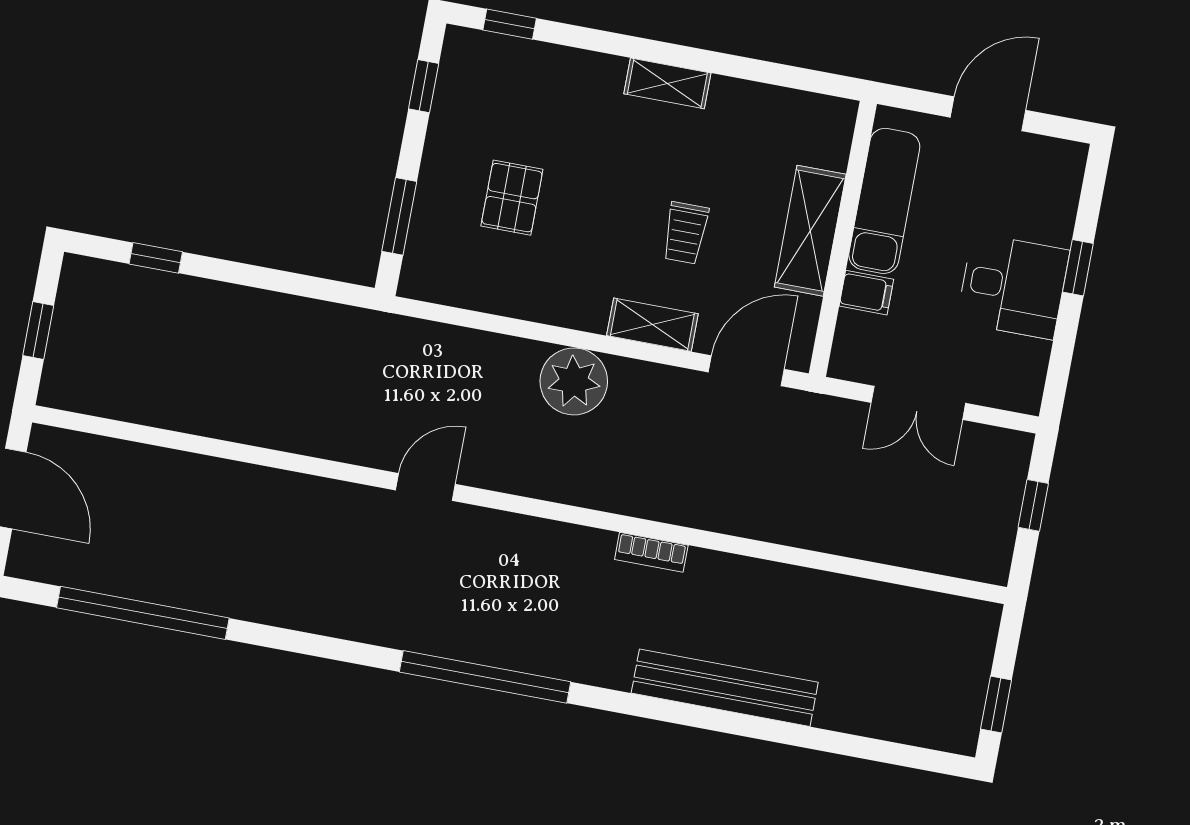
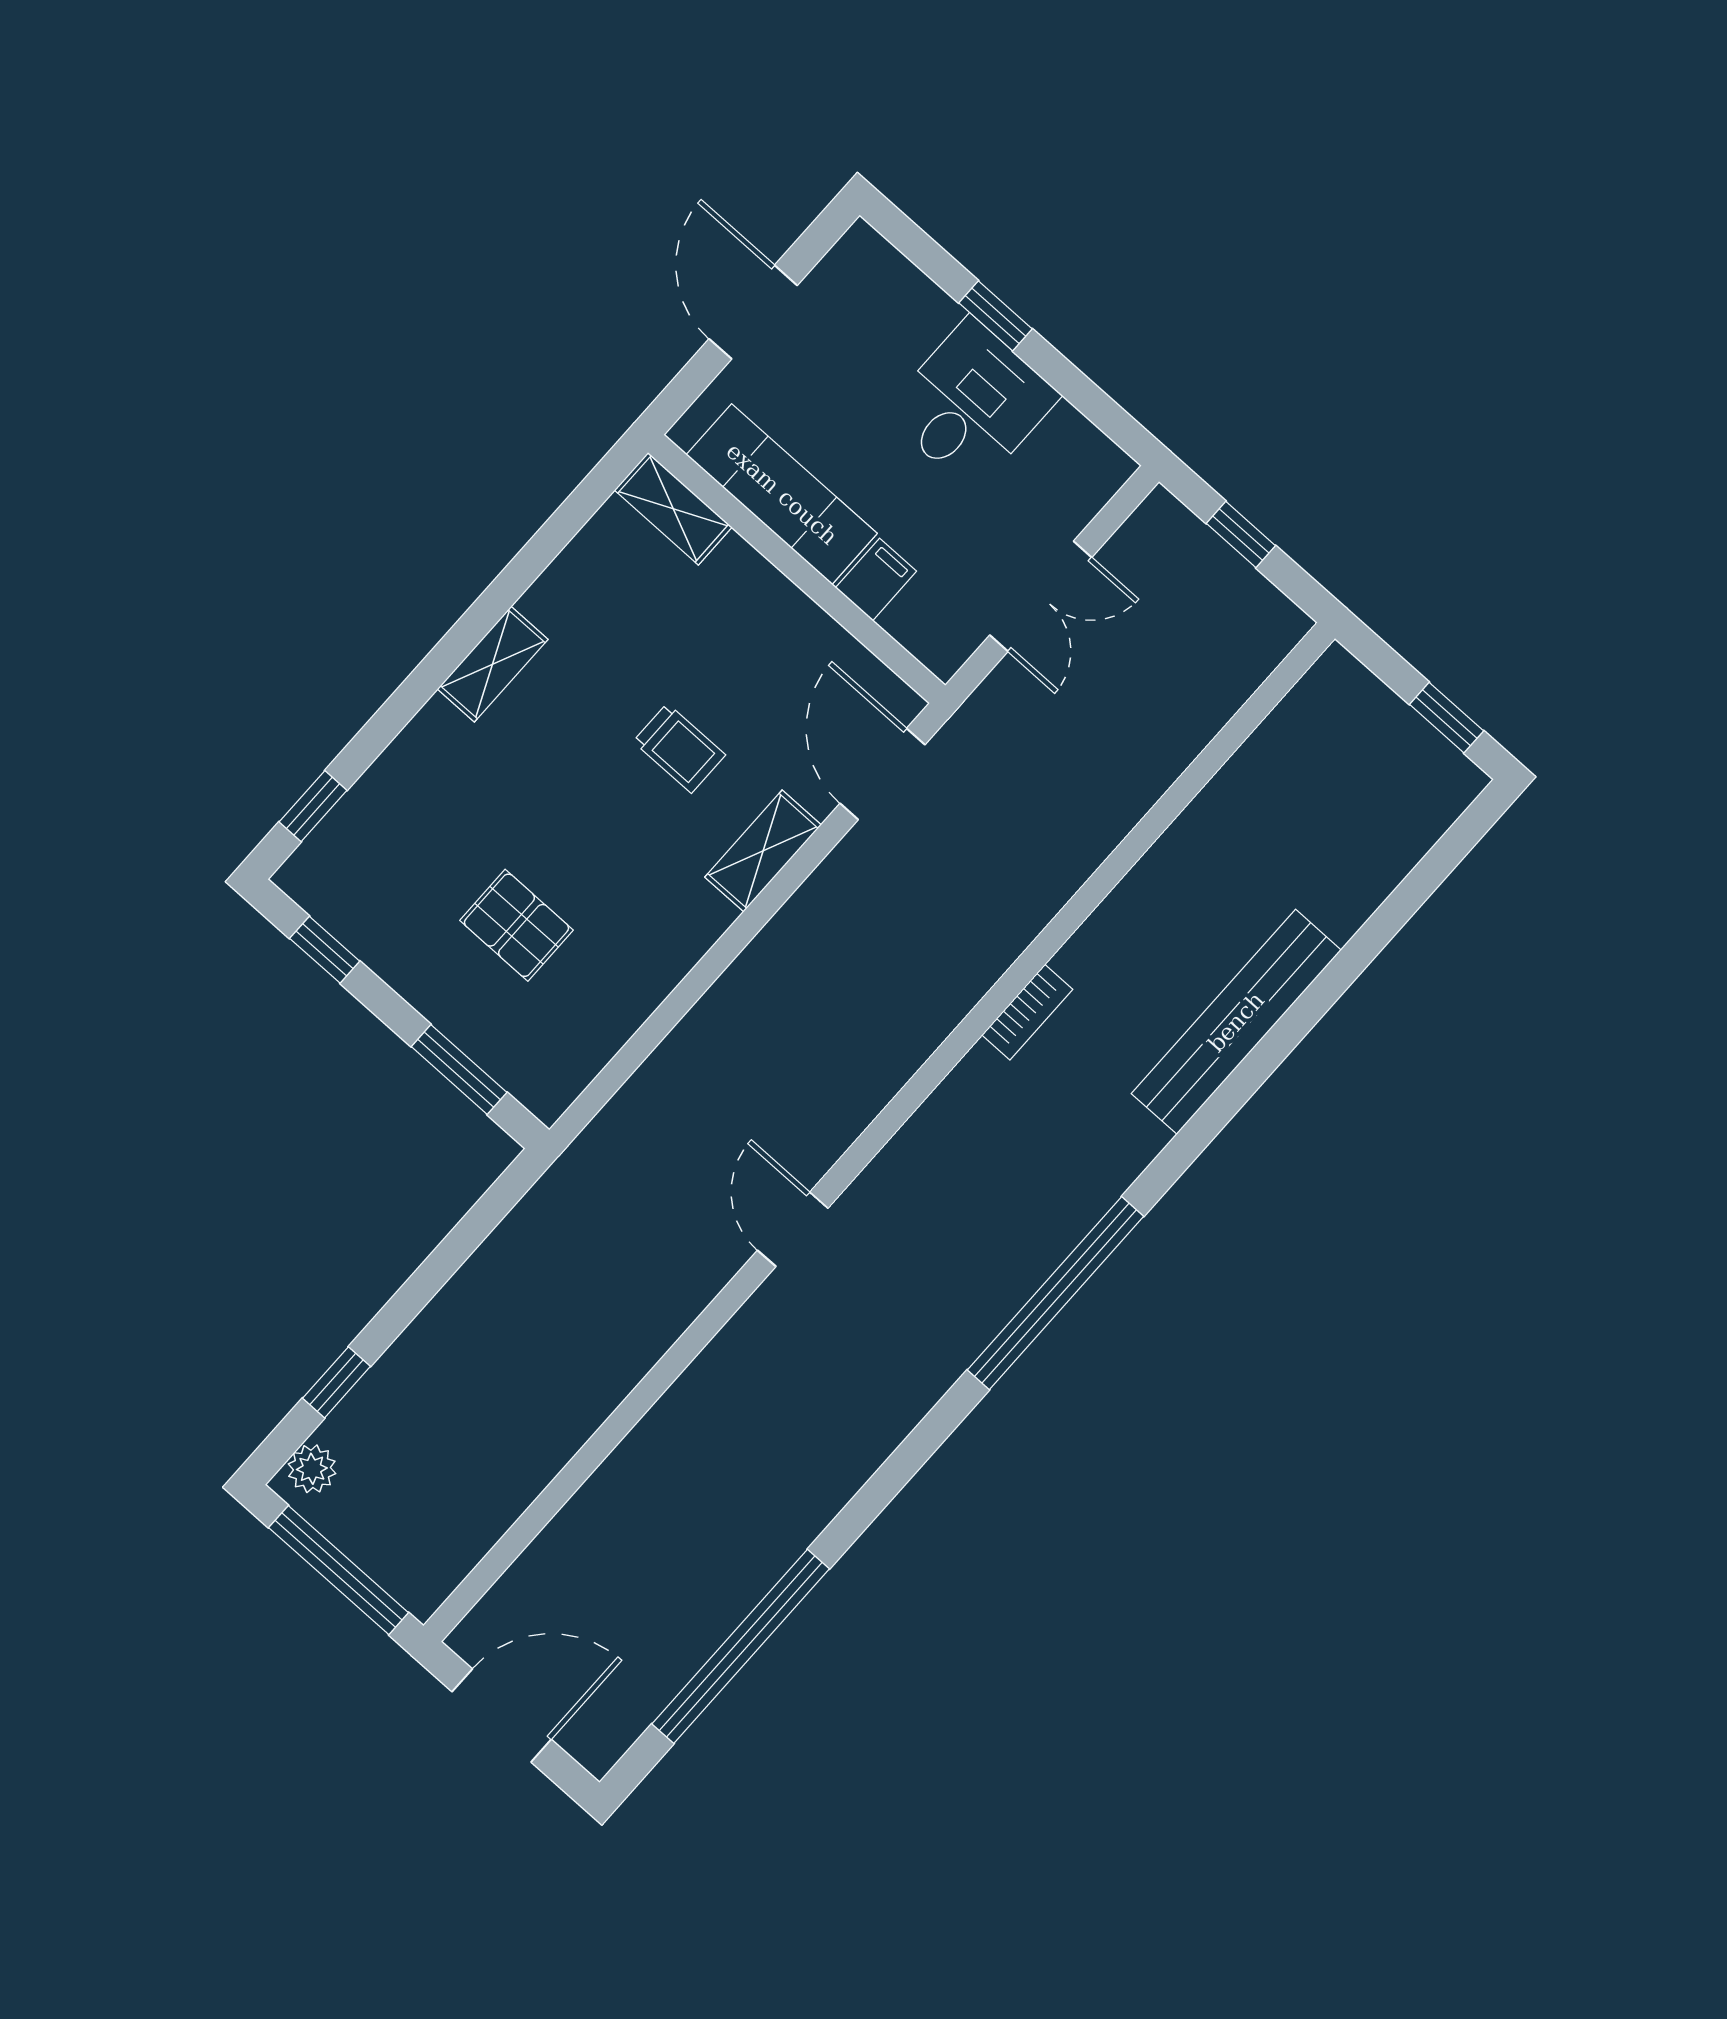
shelving: (810, 231) -> (673, 509), moved, width x0.67, depth x0.75
window: (38, 331) -> (339, 1570), width x2.17
plant: (574, 381) -> (312, 1469), moved, width x0.53, depth x0.53

